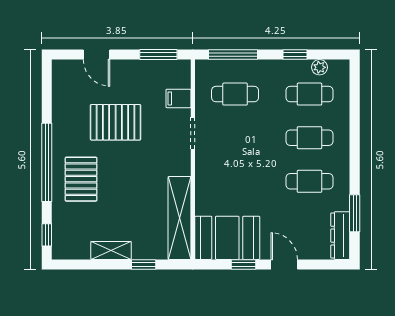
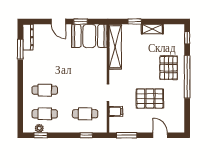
window: (233, 55) -> (86, 135), width x0.46
window: (295, 55) -> (40, 135), moved
cafe table: (309, 181) -> (45, 67), removed

